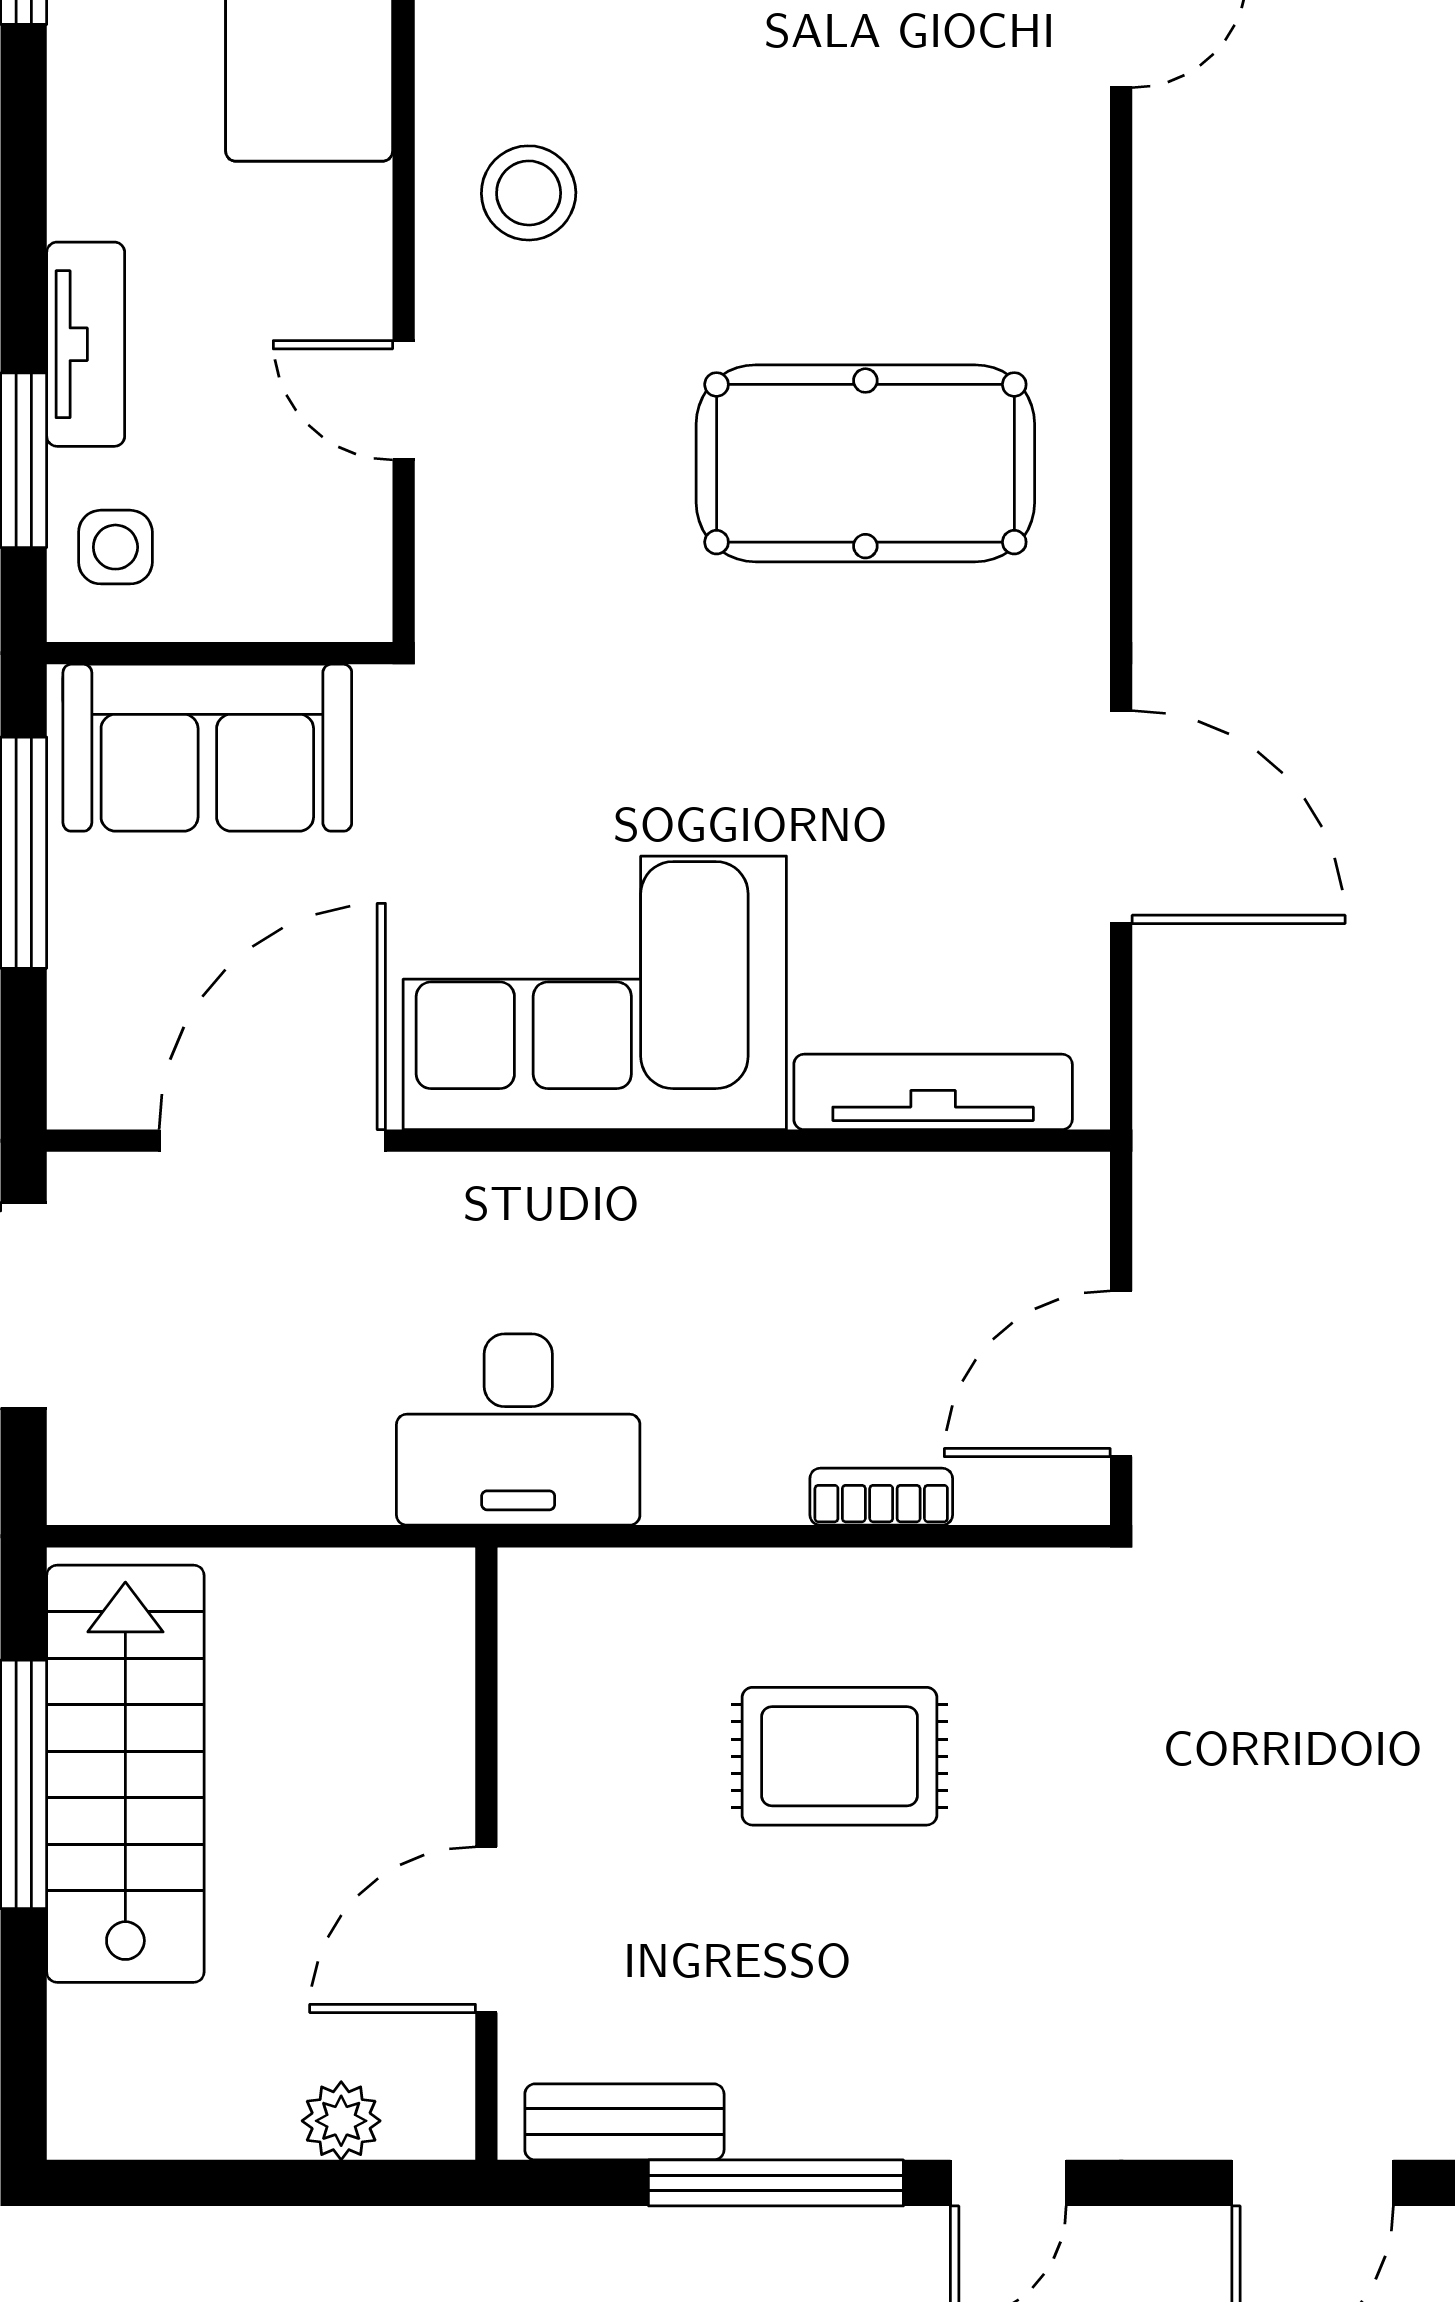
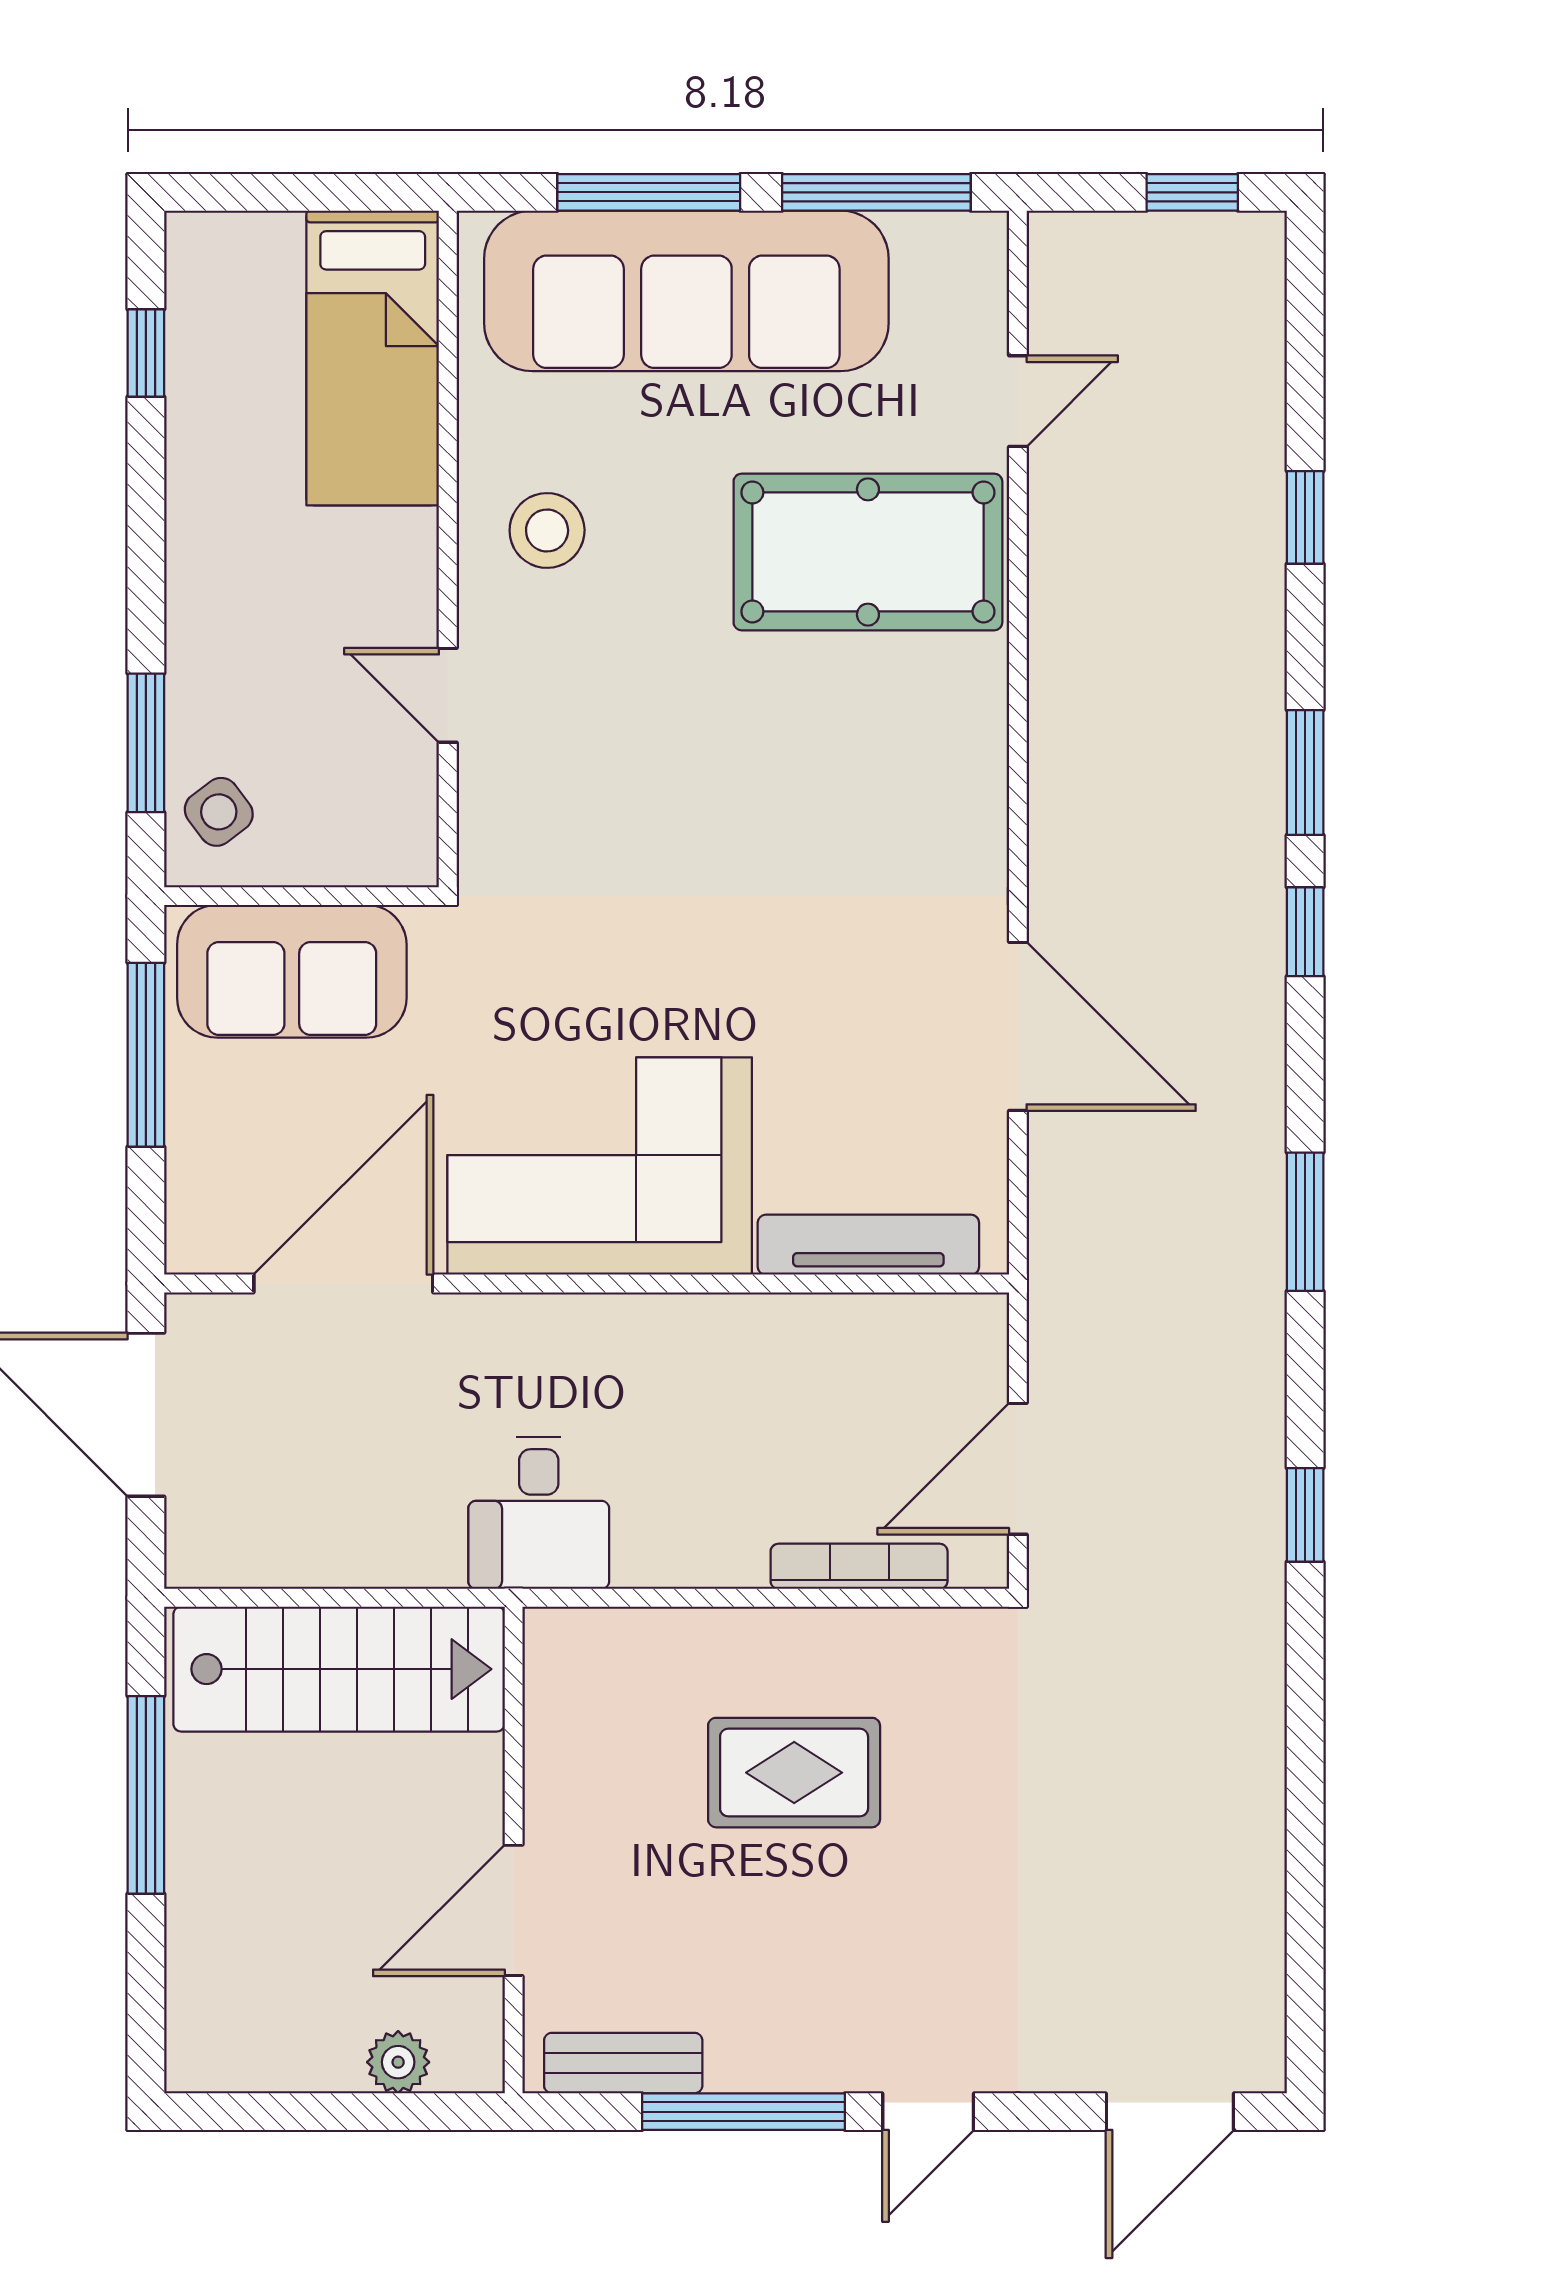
tv unit: (86, 344) -> (195, 651), removed
pool table: (865, 463) -> (868, 552), moved
side table: (115, 547) -> (219, 812), turned -37
desk: (518, 1430) -> (539, 1513), width x0.73
bookcase: (881, 1497) -> (859, 1566), width x1.56
stairs: (125, 1774) -> (339, 1669), moved, turned 90

